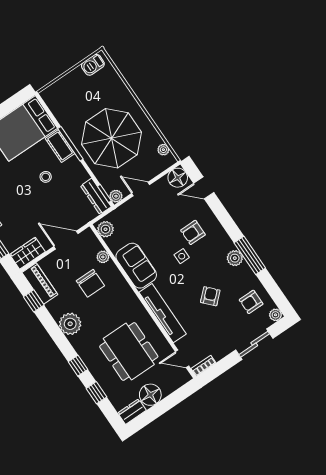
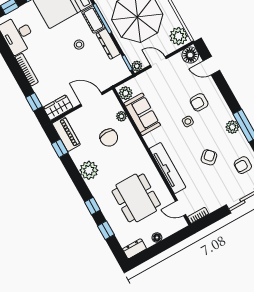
plant: (163, 150) -> (179, 36), width x1.87, depth x1.87
dresser: (96, 196) -> (108, 44), moved
sofa: (136, 266) -> (142, 114), moved
floor lamp: (150, 395) -> (157, 237), width x0.53, depth x0.53

